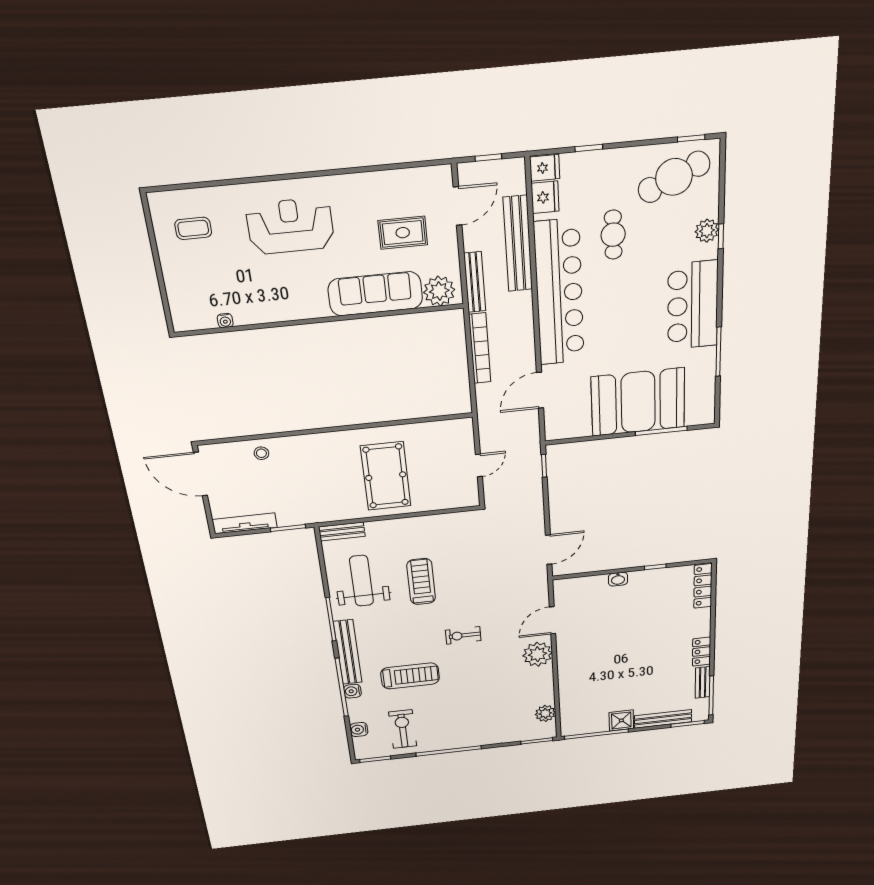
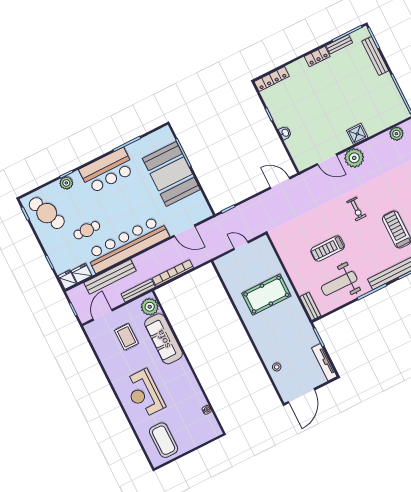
door: (458, 206) -> (103, 315), hinge flipped
coffee table: (193, 228) -> (164, 440), width x1.86, depth x1.72
shower: (621, 720) -> (357, 134), moved

